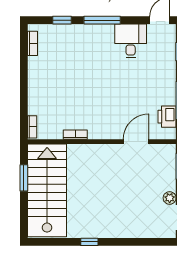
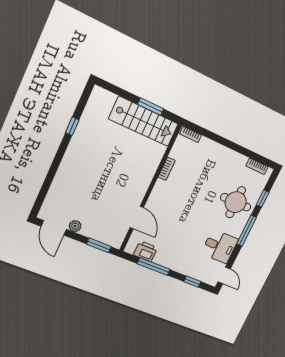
round table: (78, 47) -> (236, 202), added
stairs: (47, 190) -> (144, 121), width x0.73, depth x0.66
window: (89, 242) -> (72, 126), moved

